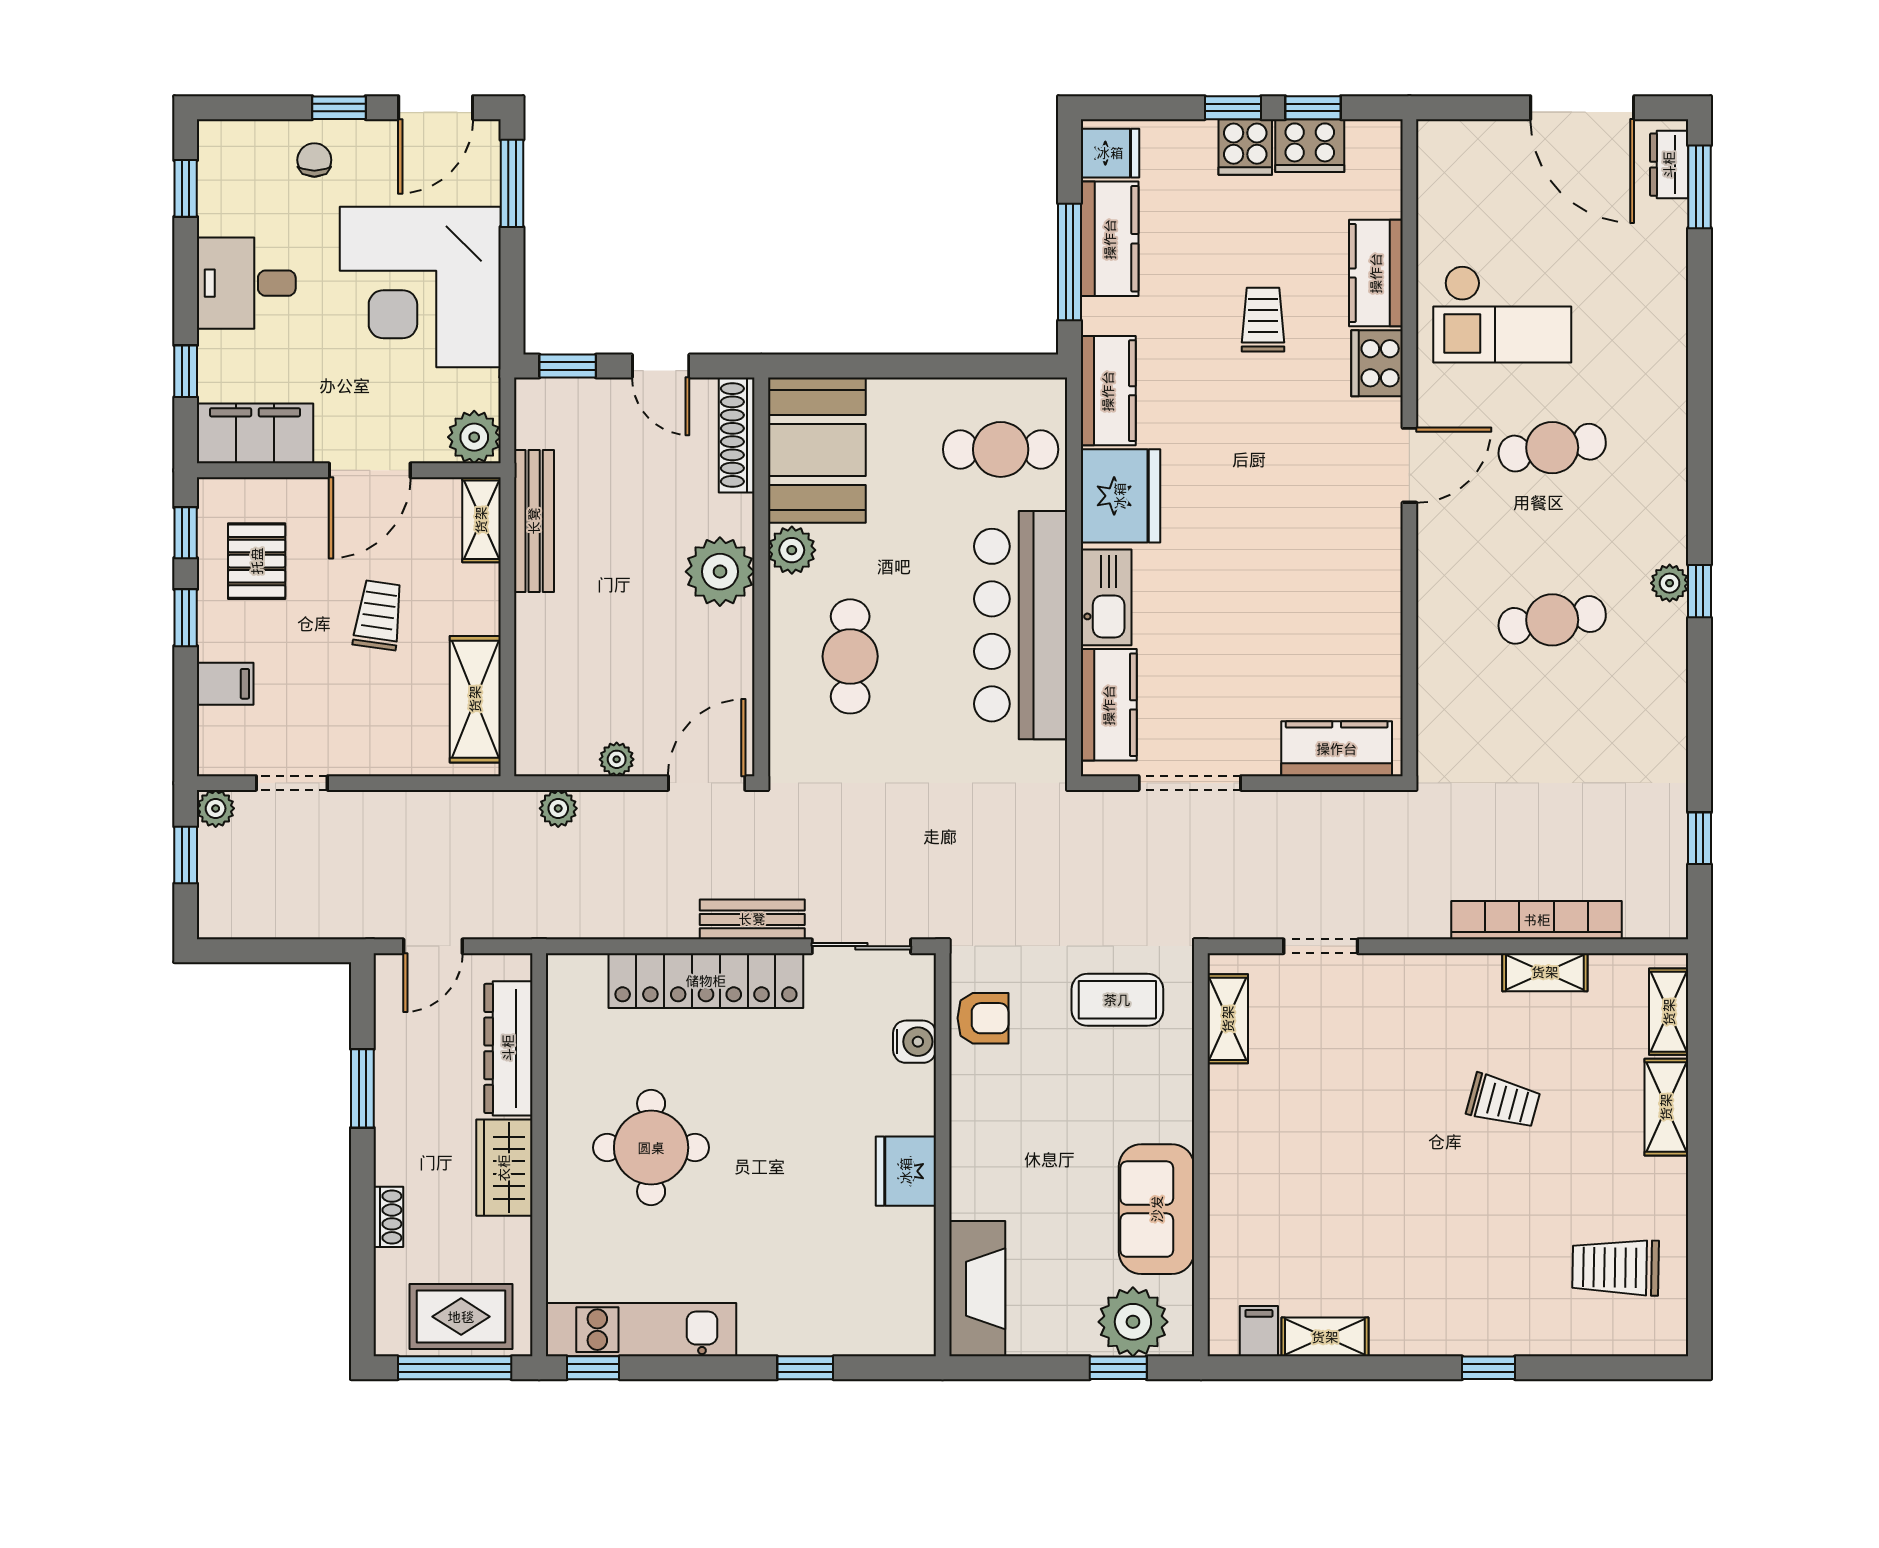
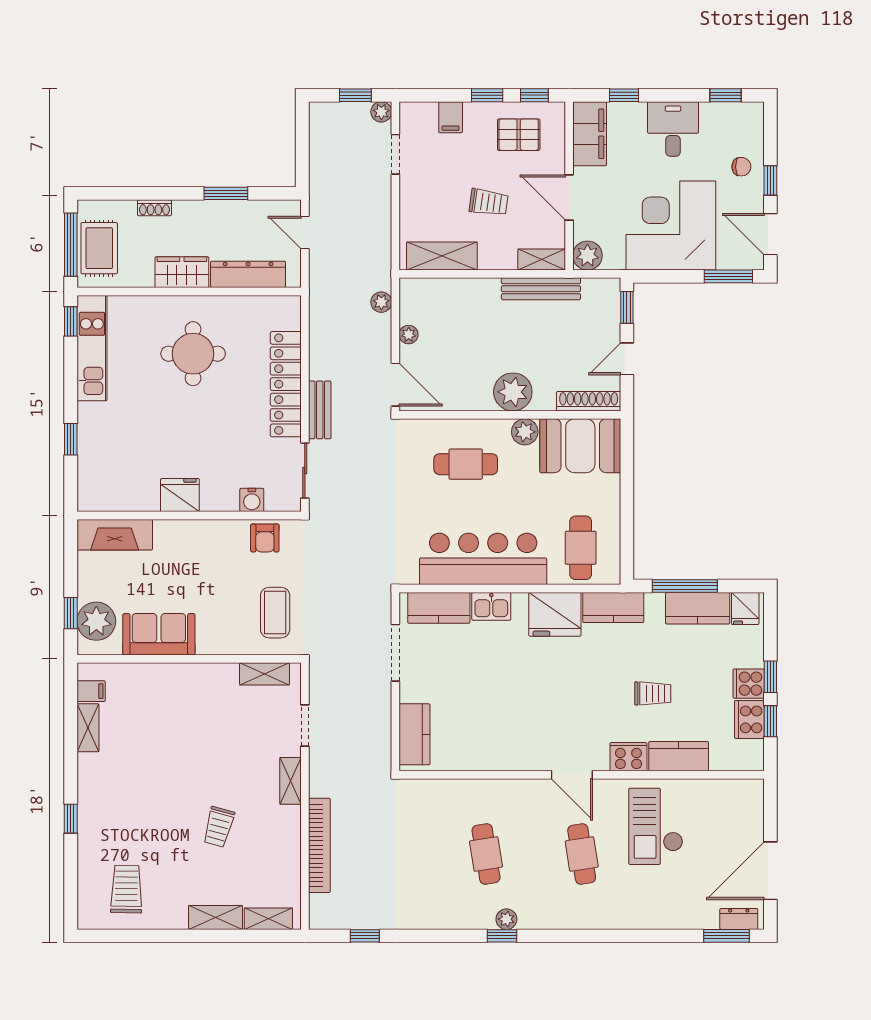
kitchen sink: (1106, 597) -> (491, 606), width x0.73
shelving: (1545, 972) -> (290, 781), moved

